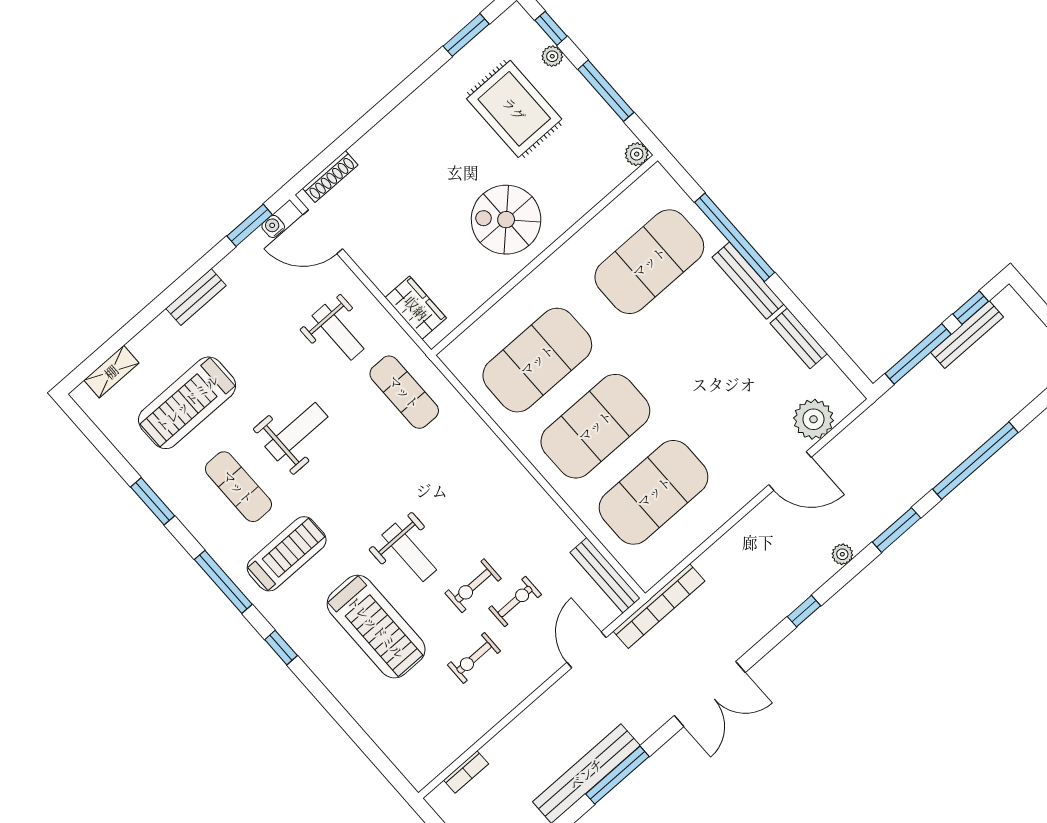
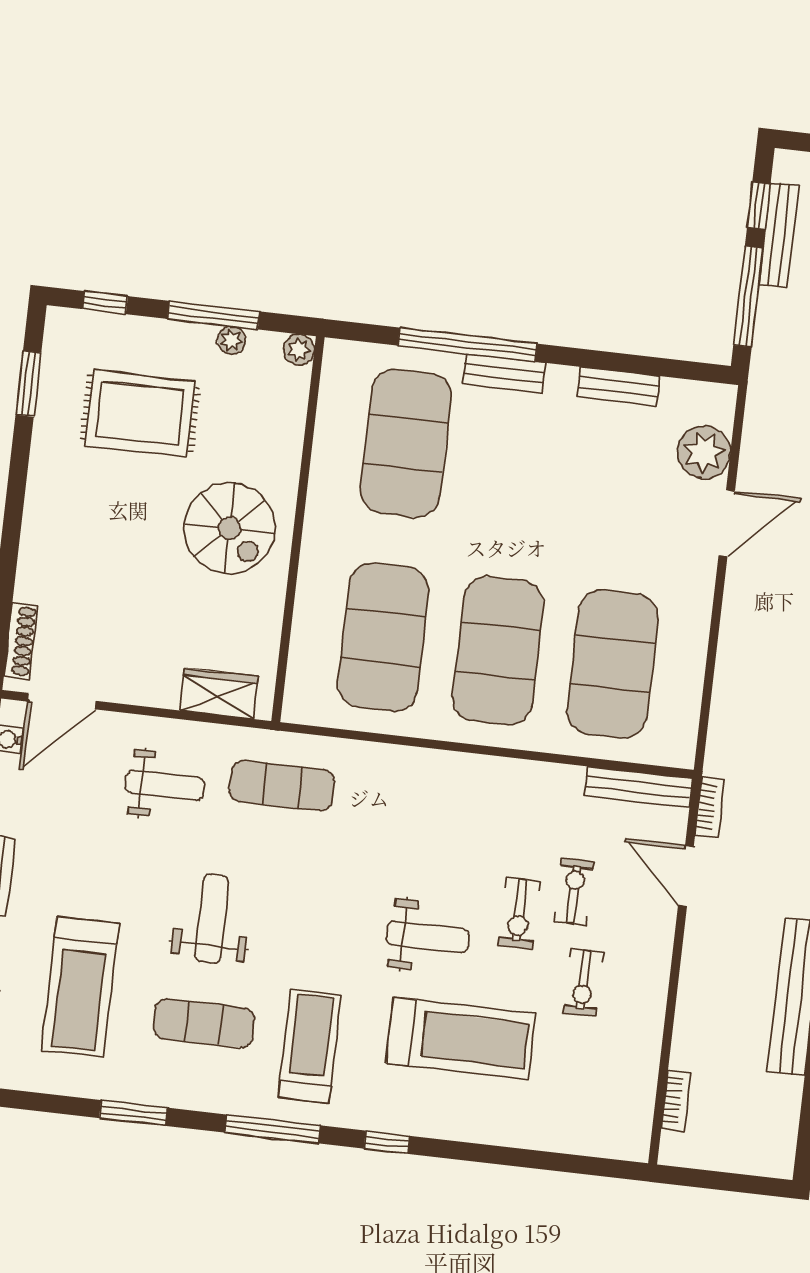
plant: (552, 56) -> (231, 340), moved
spiral stairs: (506, 220) -> (229, 528), turned -90
bench: (748, 281) -> (504, 373), width x0.73
bookcase: (659, 606) -> (710, 807), width x0.43, depth x0.76

